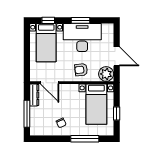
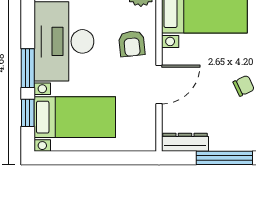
window: (80, 20) -> (28, 68), moved
door: (50, 83) -> (159, 85), moved

